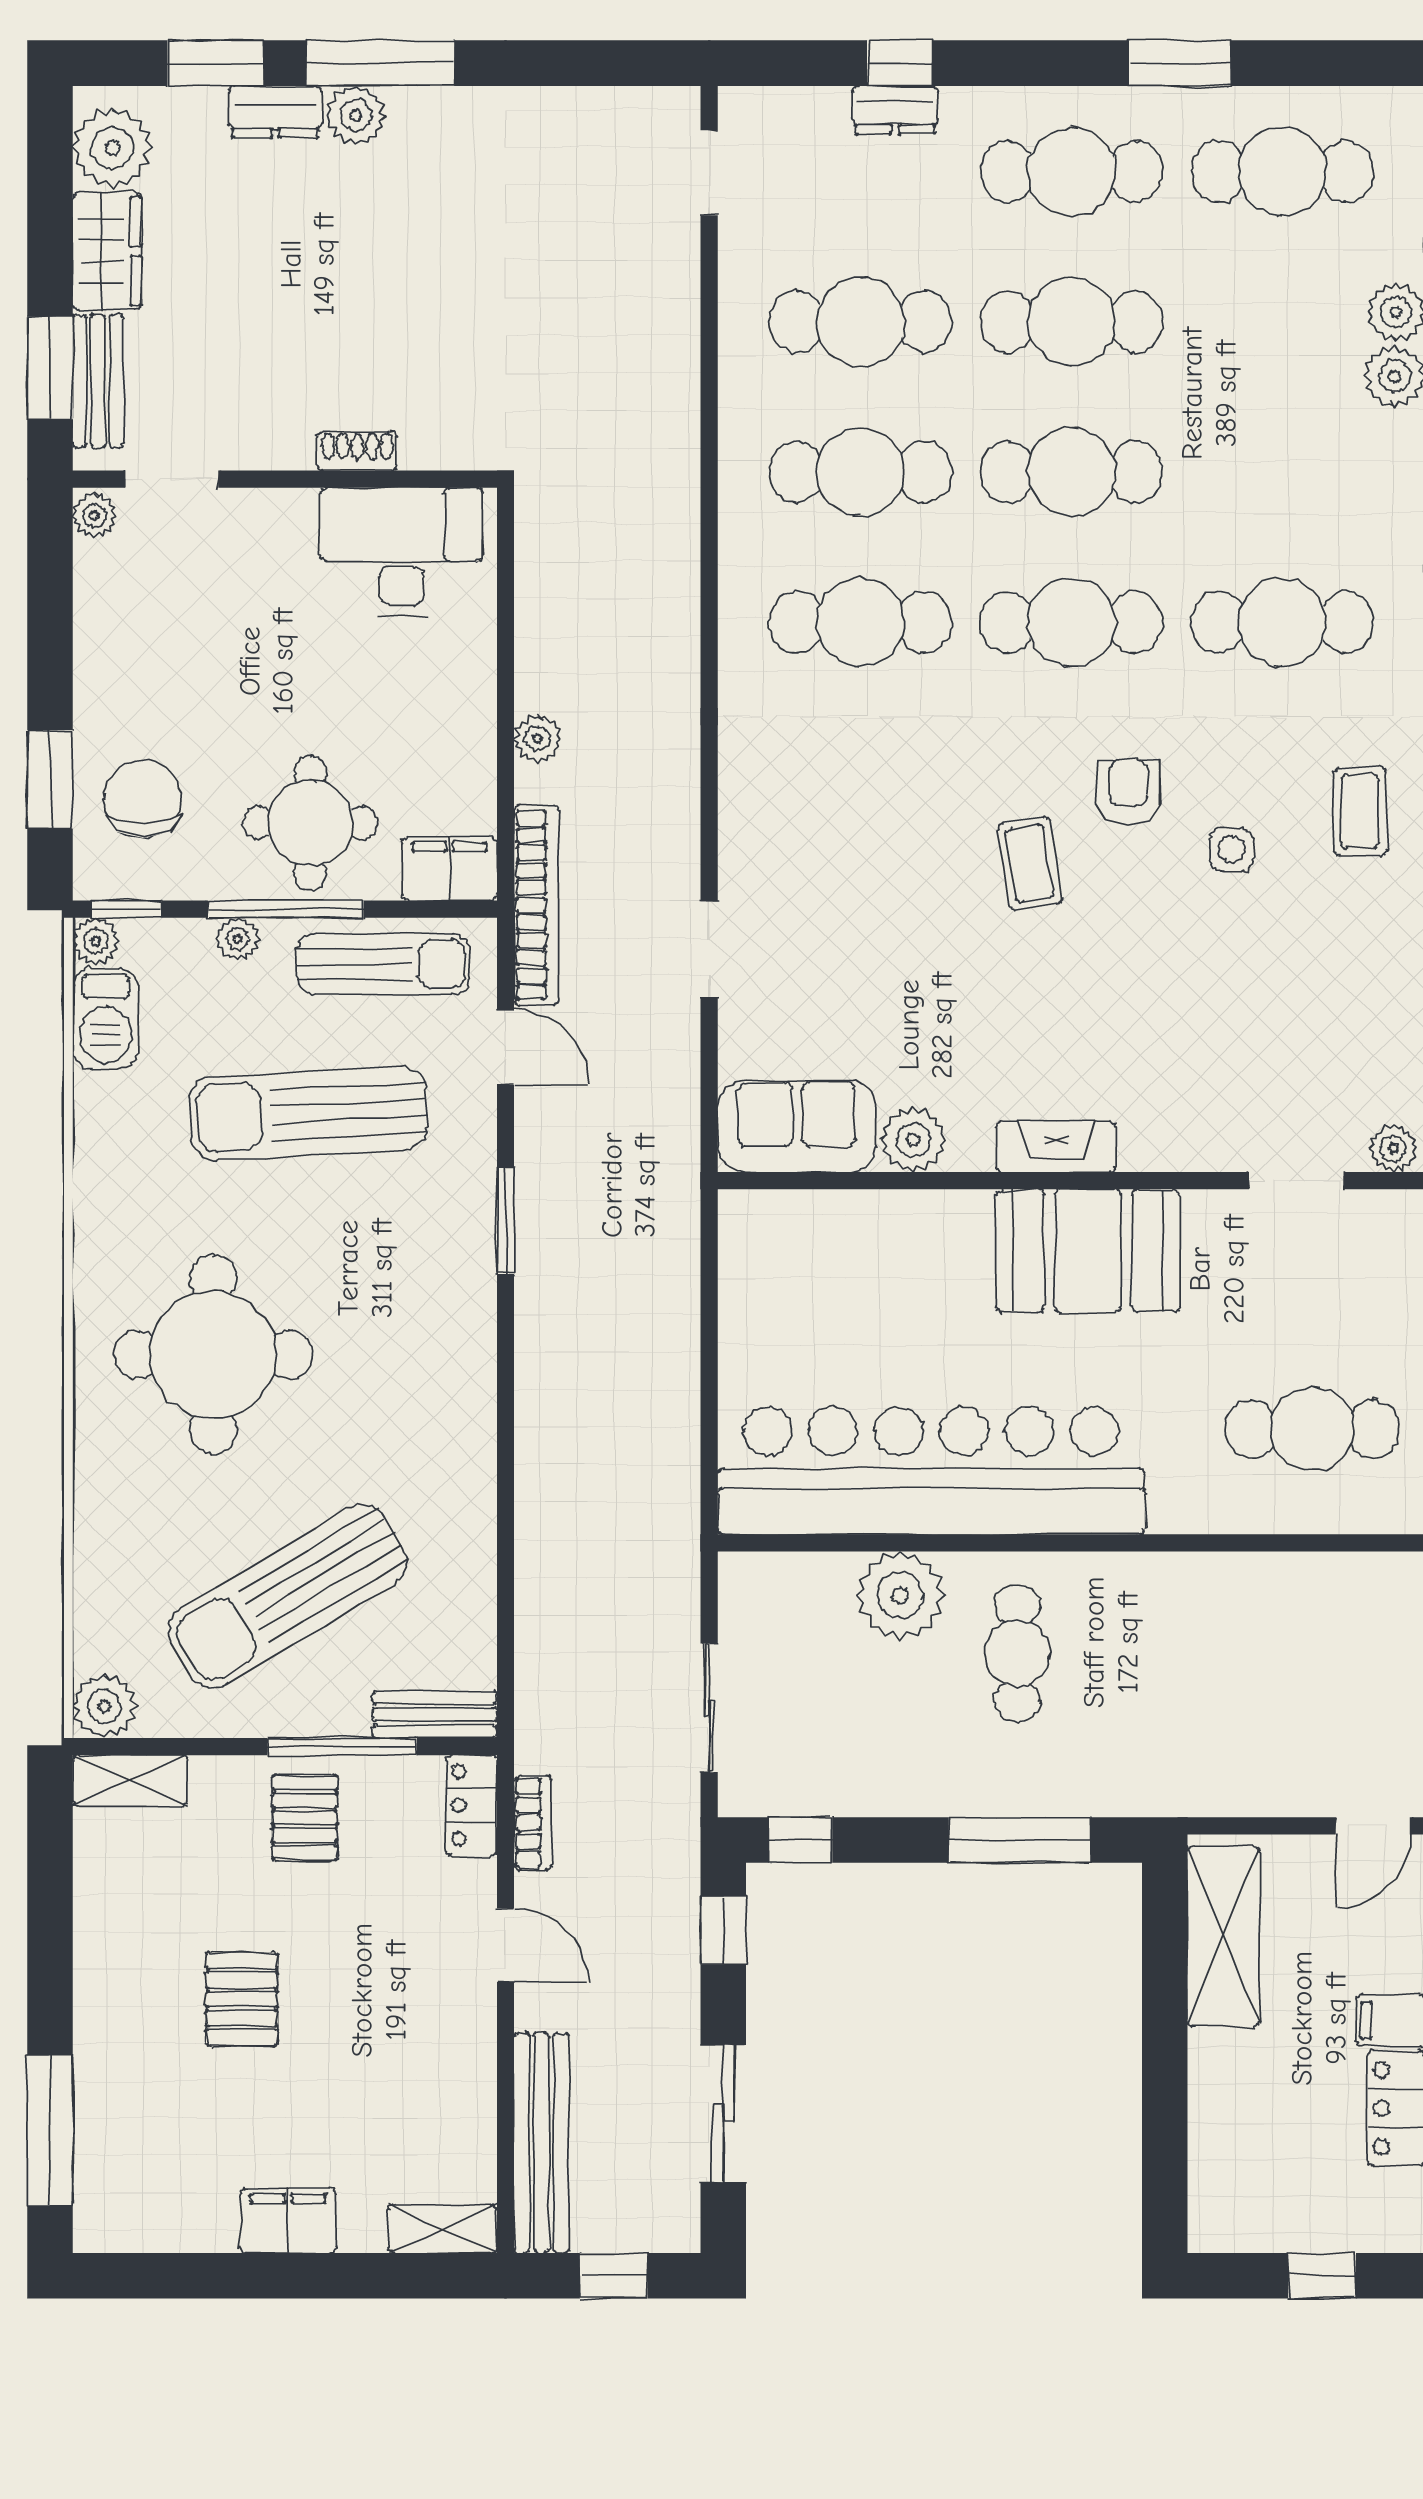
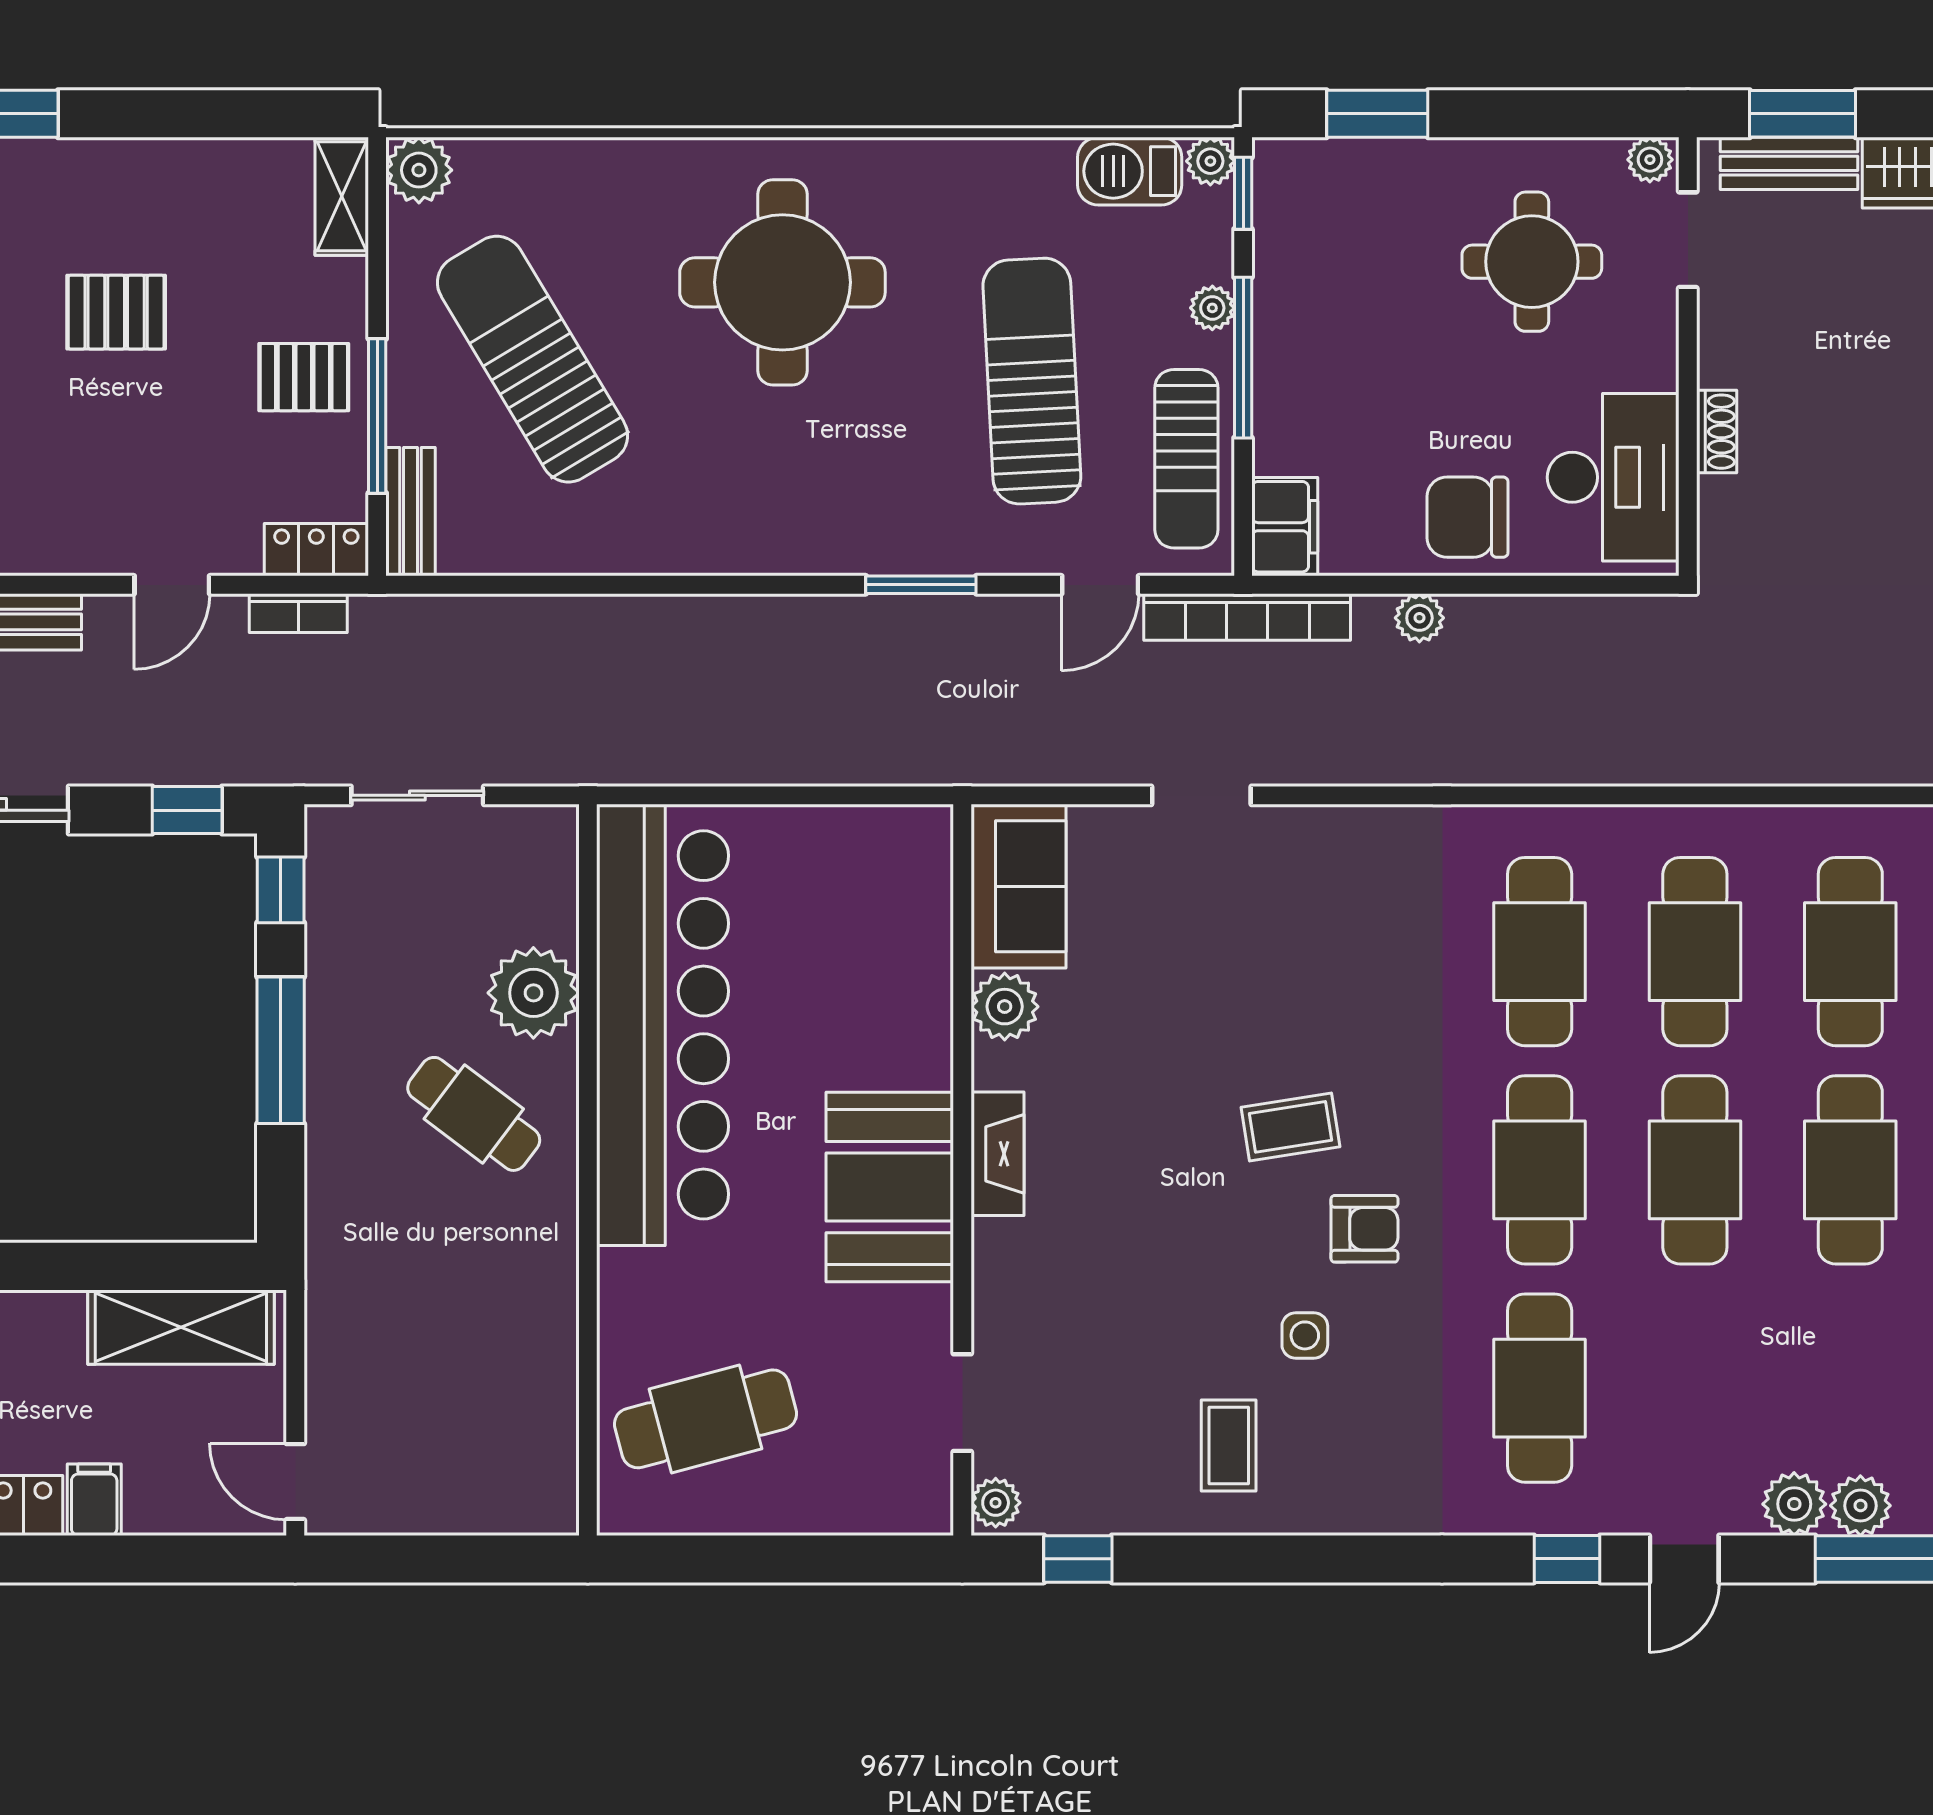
chair: (143, 799) -> (1468, 517), moved, turned 180
coffee table: (1360, 811) -> (1229, 1446), moved, turned 90
round table: (310, 823) -> (1532, 262), moved
cafe table: (1312, 1429) -> (705, 1419), turned 75
cafe table: (1017, 1653) -> (474, 1114), turned 37
window: (1020, 1840) -> (281, 1050), moved

